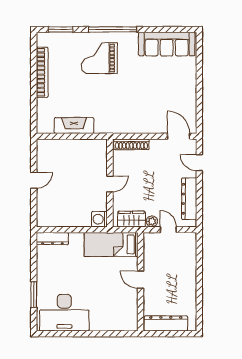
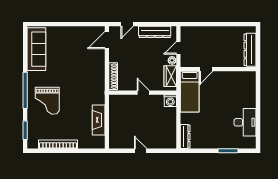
door: (141, 280) -> (206, 69), moved
desk: (64, 313) -> (245, 122), width x0.73, depth x0.77

